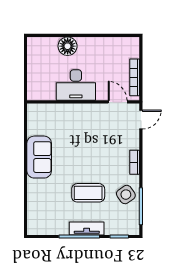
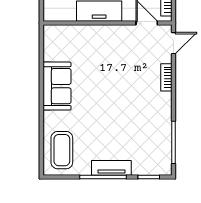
bookcase: (135, 162) -> (166, 77), moved
coffee table: (88, 193) -> (62, 150), moved, turned 90
side table: (126, 195) -> (156, 129), removed

